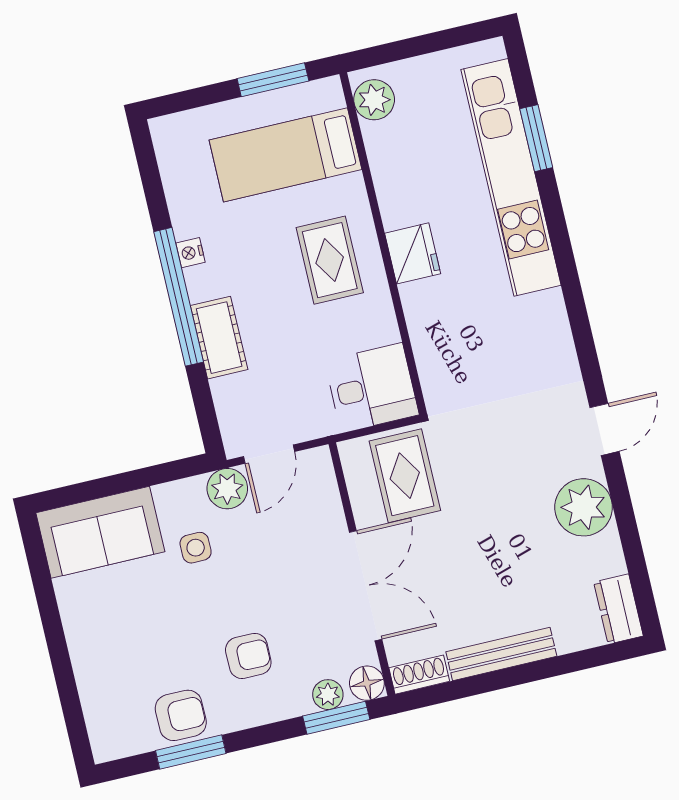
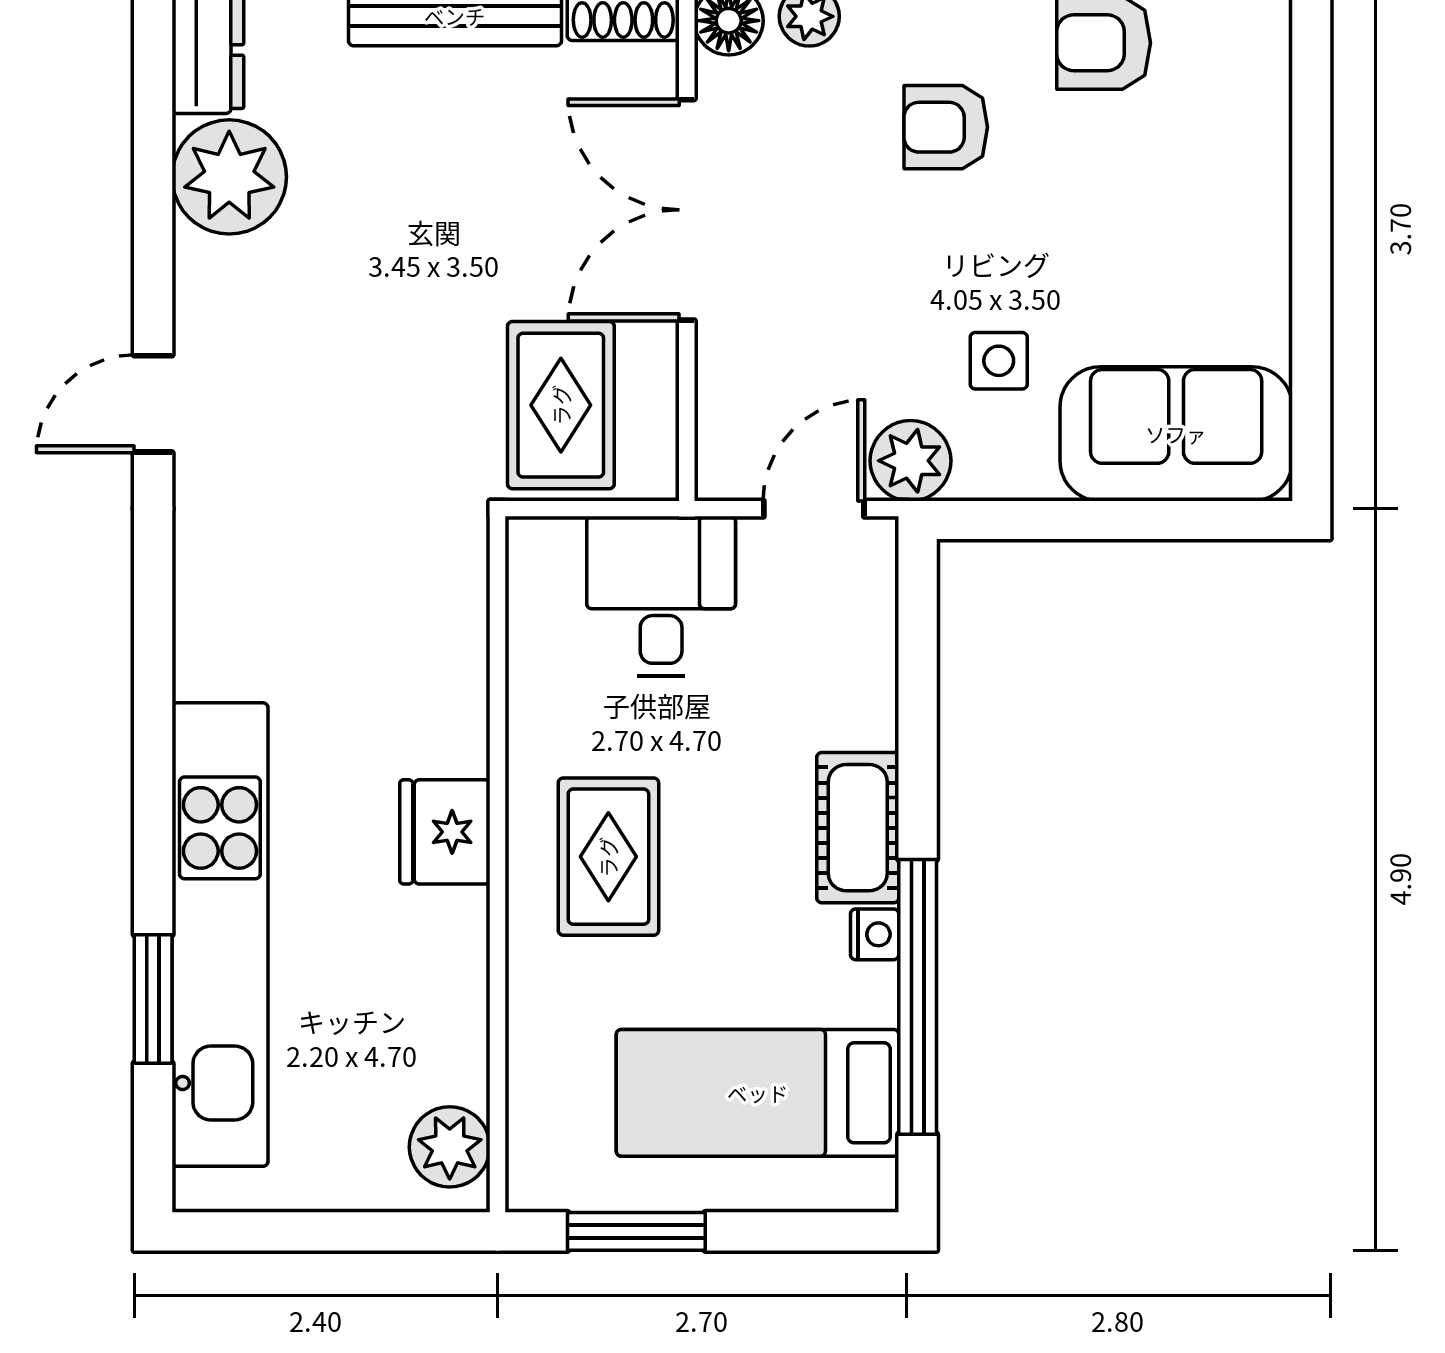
bed: (286, 155) -> (758, 1093), moved, turned 180
window: (179, 297) -> (918, 997), moved
cot: (219, 338) -> (858, 828), moved
desk: (372, 388) -> (661, 596), moved, turned 90
plant: (584, 507) -> (229, 177), moved

